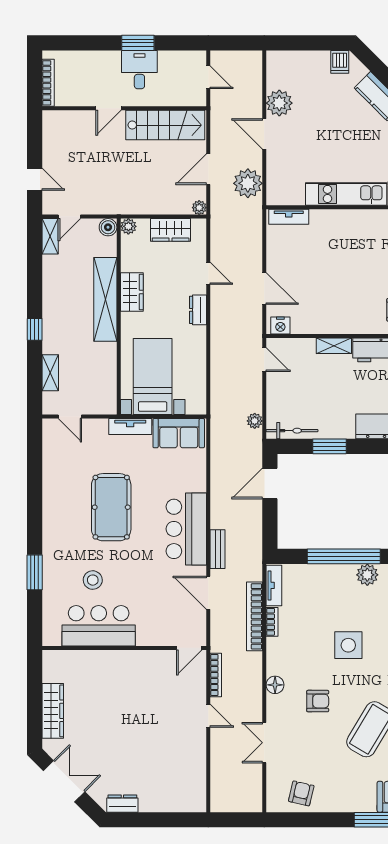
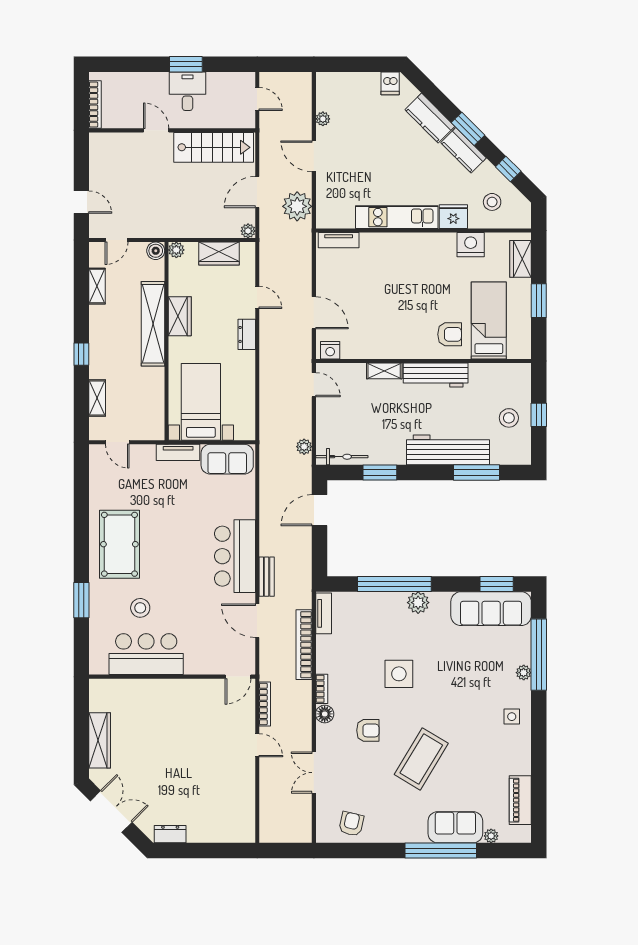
plant: (279, 103) -> (323, 119), width x0.53, depth x0.53
door: (108, 108) -> (156, 130), swing flipped
shelving: (50, 236) -> (97, 286), moved
pool table: (111, 507) -> (119, 544), moved
bookcase: (272, 622) -> (322, 689), moved

